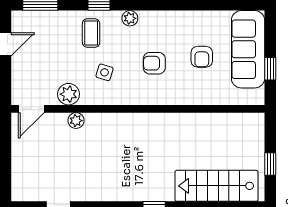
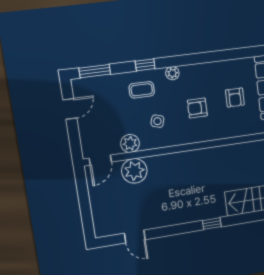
coffee table: (91, 33) -> (142, 90), turned 90
plant: (76, 121) -> (134, 171), width x1.87, depth x1.87

